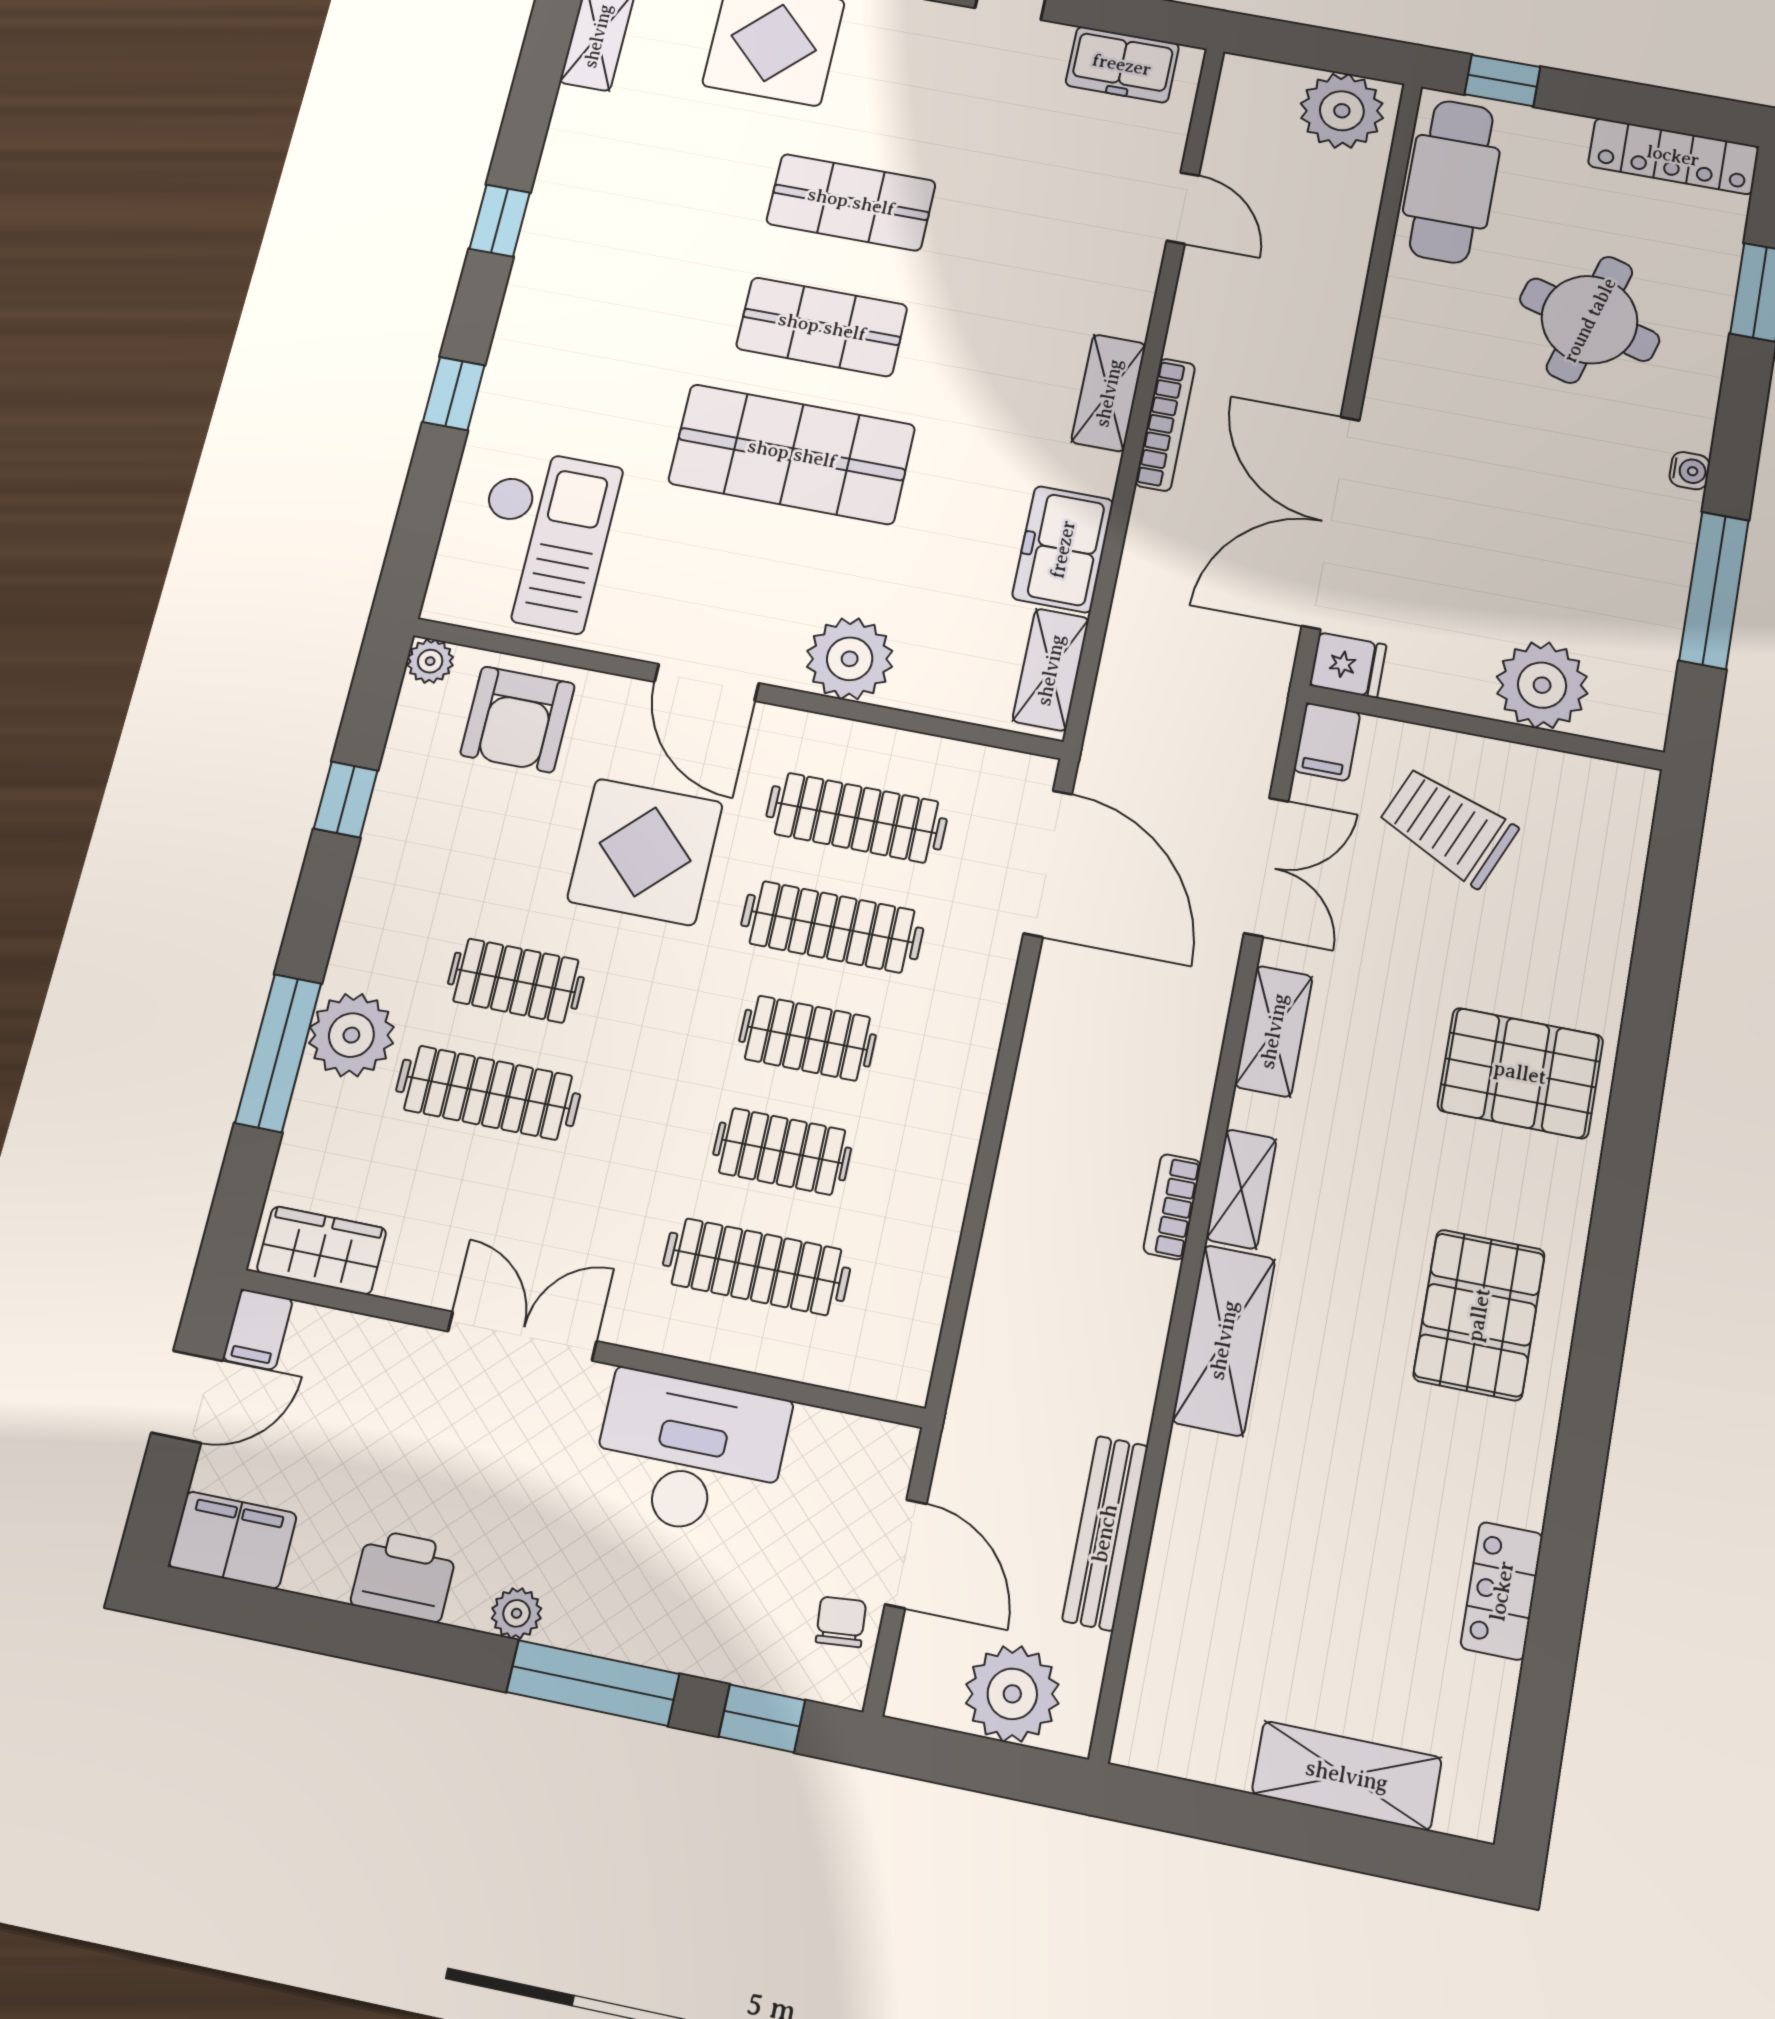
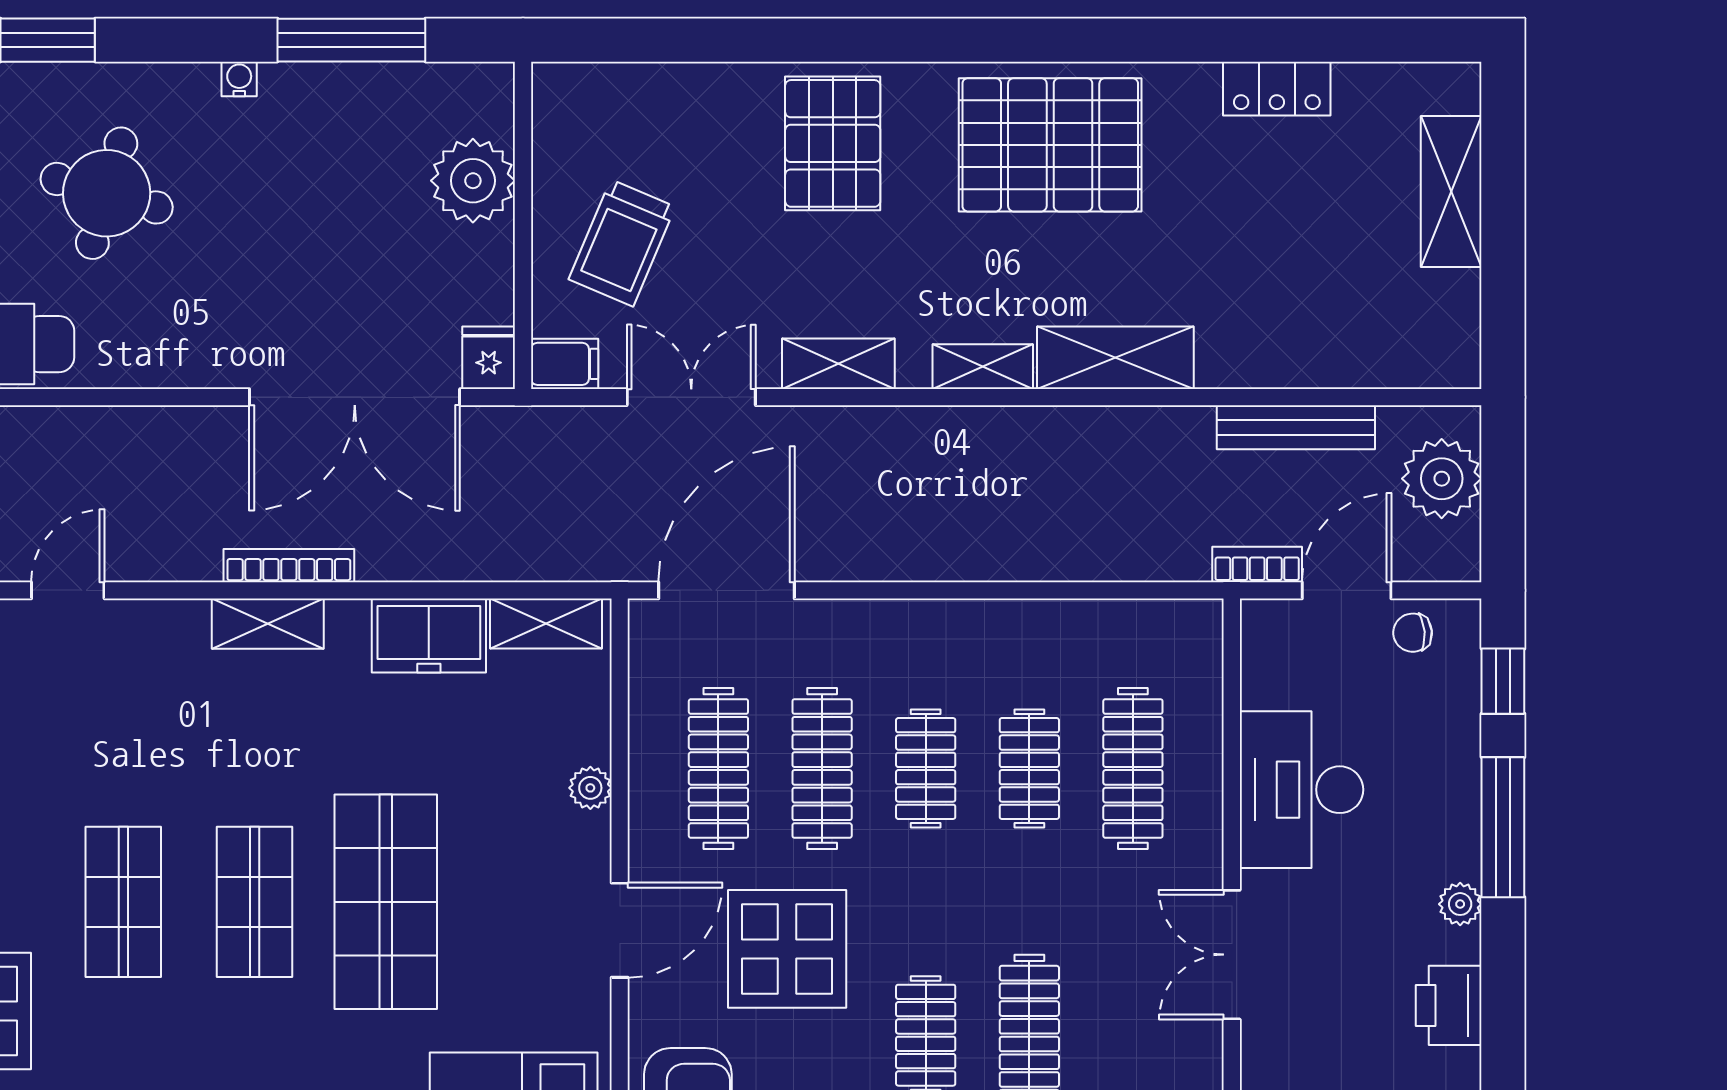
plant: (850, 659) -> (590, 788), width x0.53, depth x0.53
bookcase: (1172, 1207) -> (1257, 564), moved, turned 180
pallet: (1479, 1315) -> (1050, 145), width x1.37, depth x1.41

